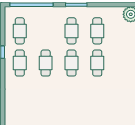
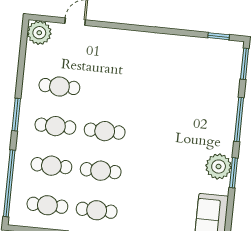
cafe table: (97, 63) -> (51, 166), moved

